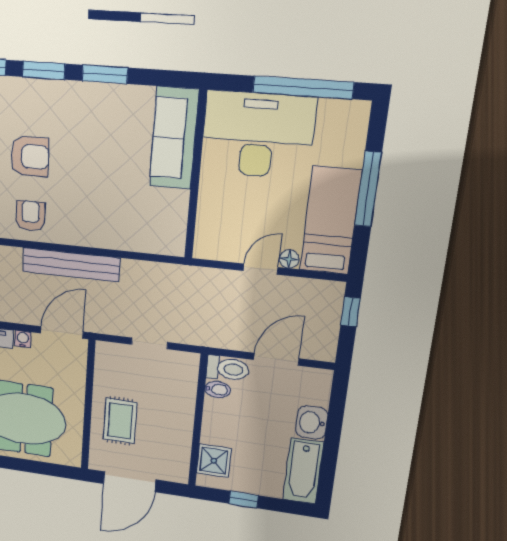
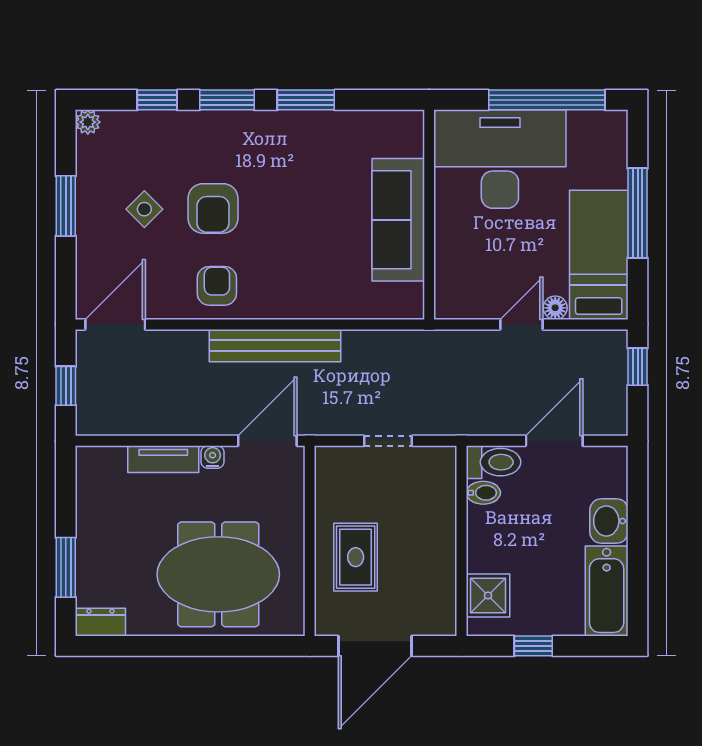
sofa: (174, 138) -> (398, 220), moved
armchair: (30, 156) -> (213, 208), turned 90

